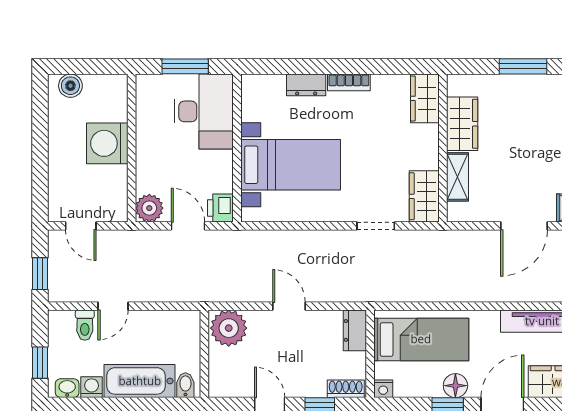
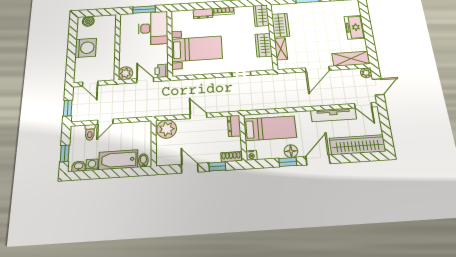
washing machine: (107, 143) -> (86, 48), moved, turned 180
wardrobe: (424, 196) -> (264, 45), moved

